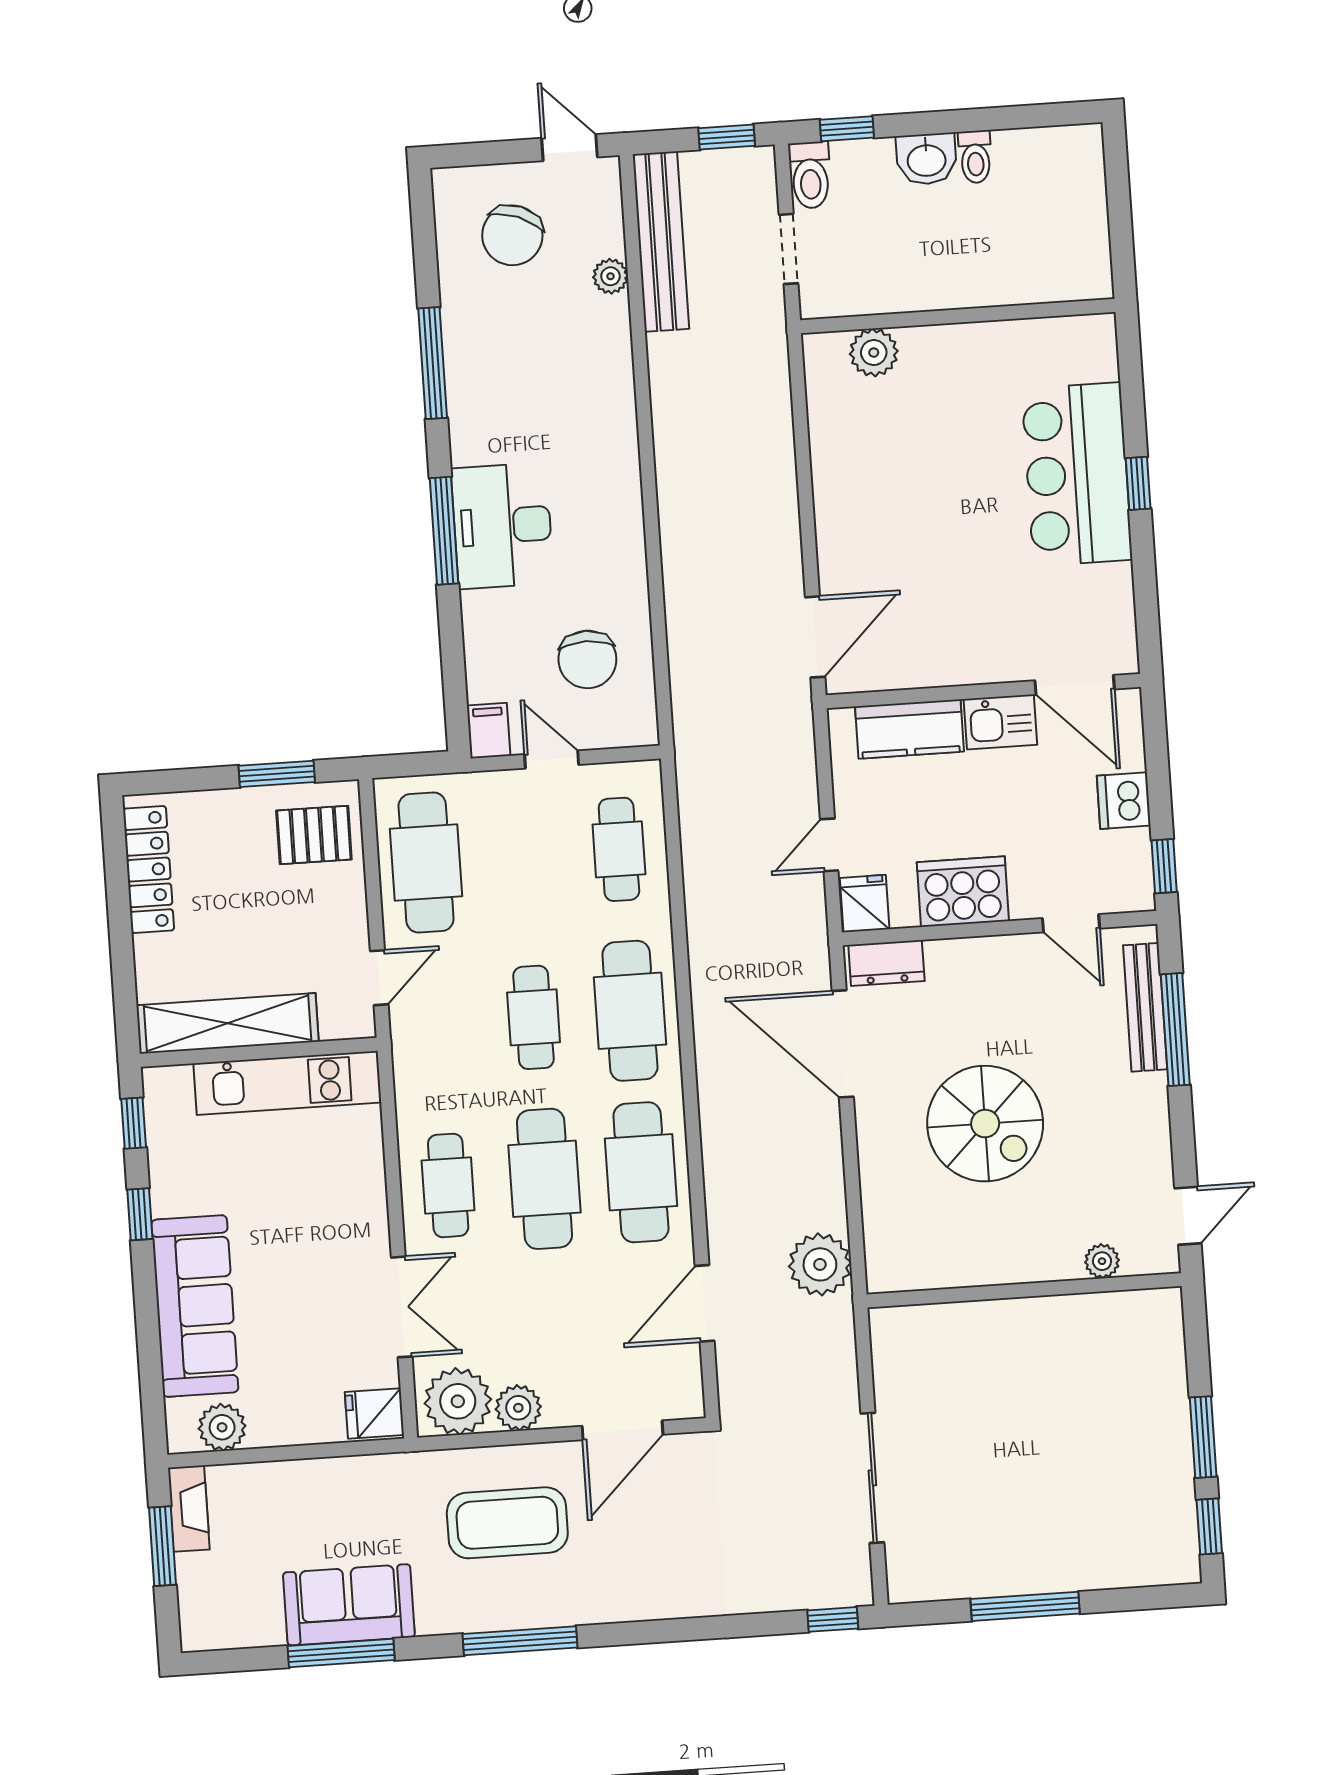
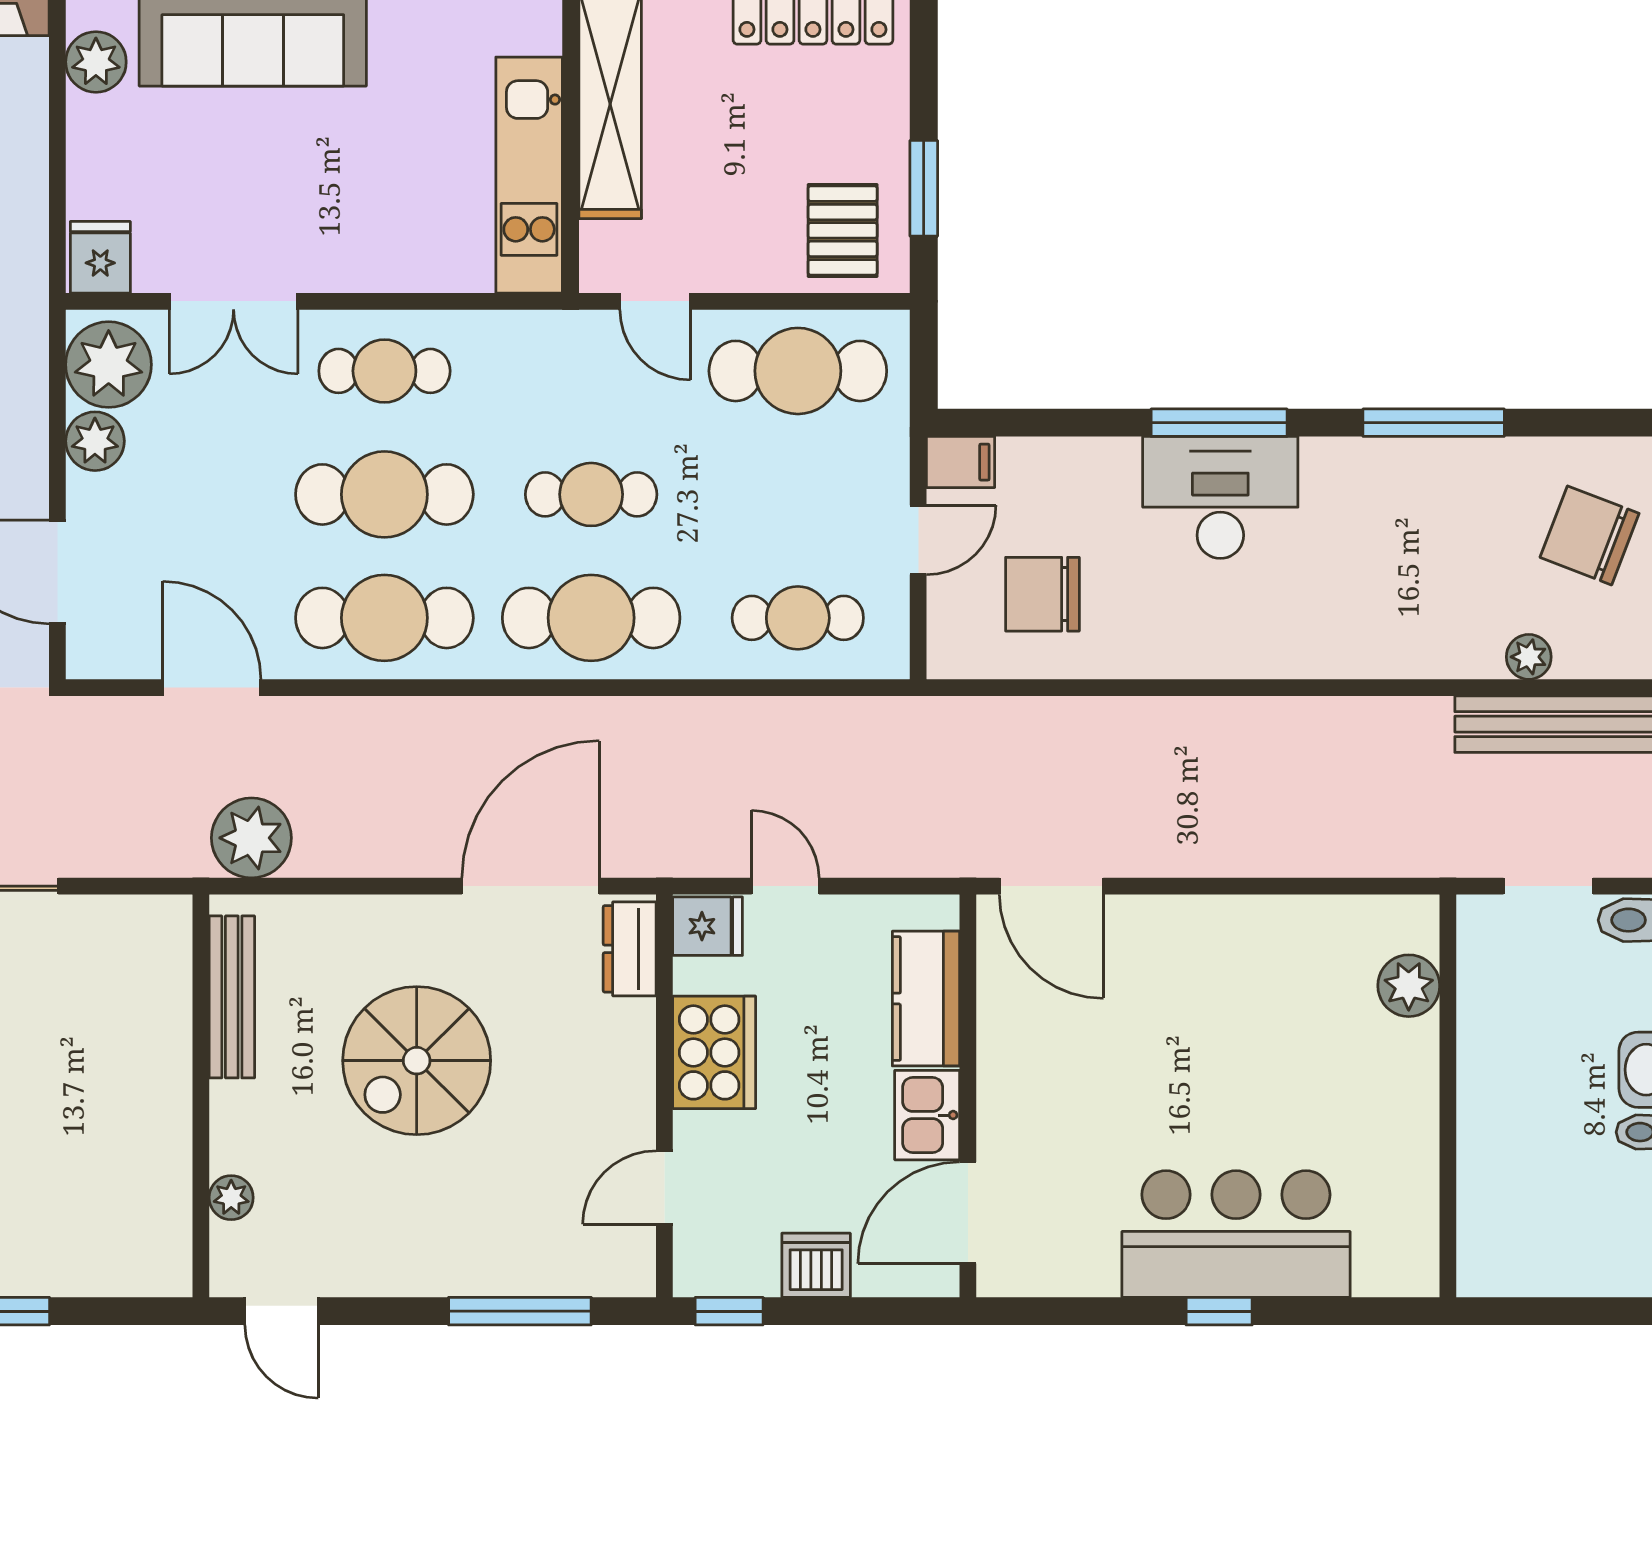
bench: (1145, 1007) -> (232, 997), moved, turned 90

